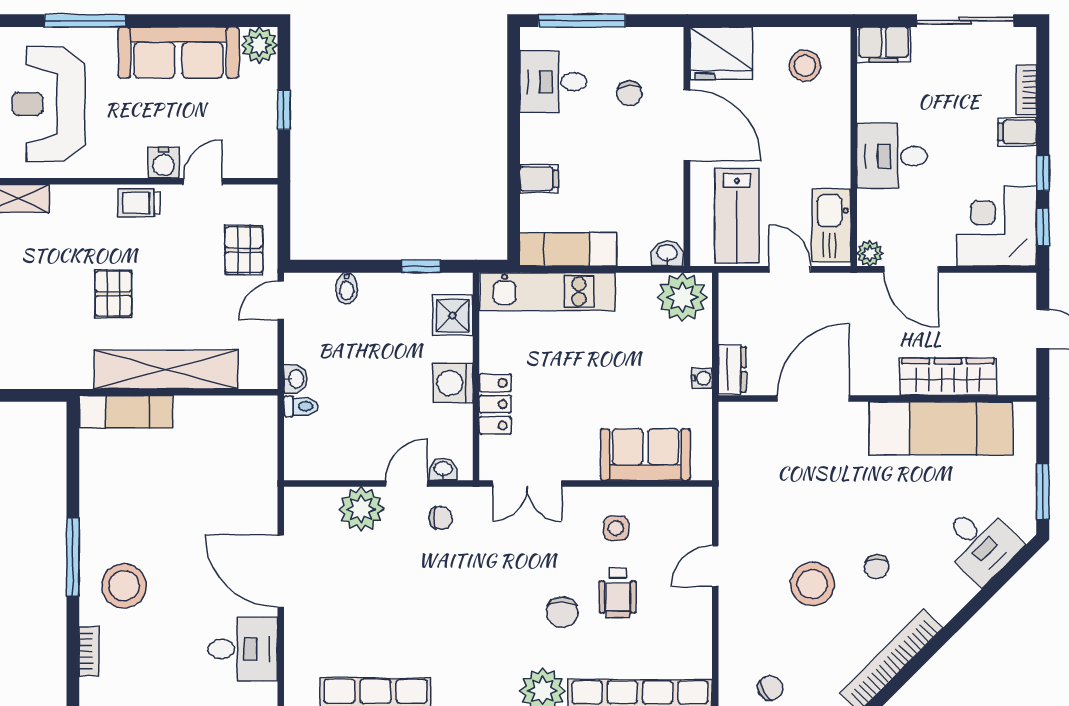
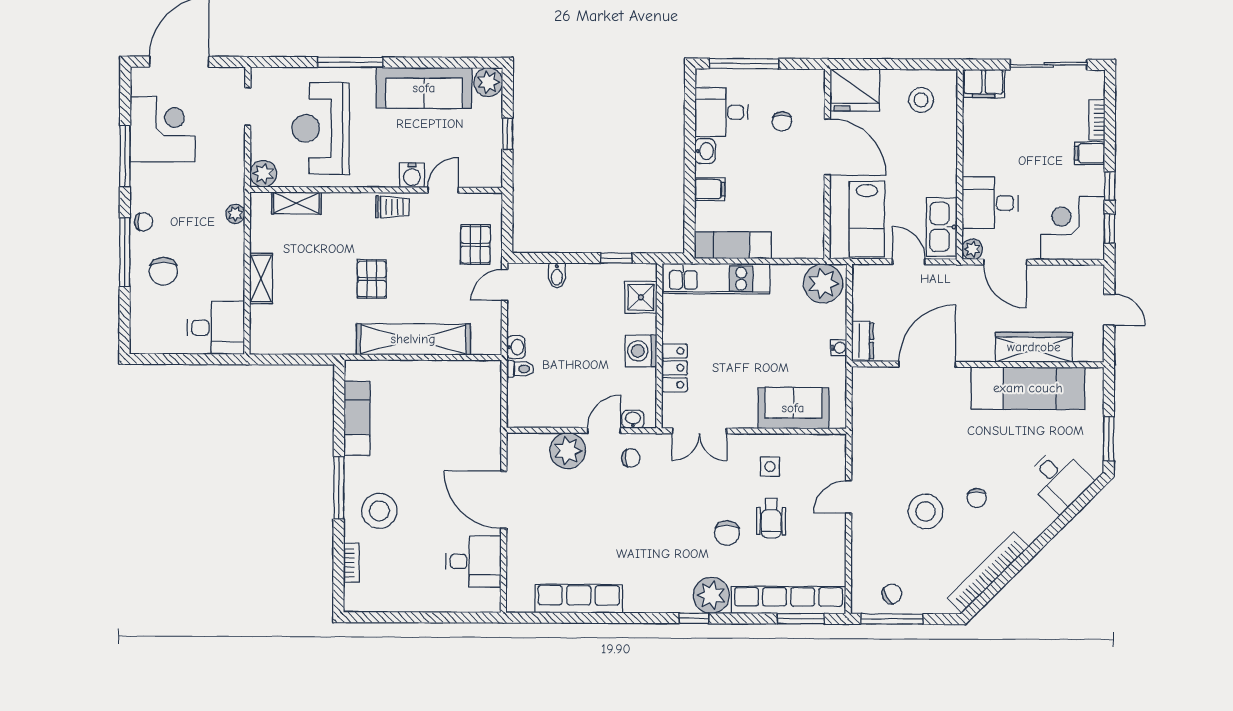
desk: (892, 156) -> (990, 203), moved
trolley: (139, 203) -> (392, 207), turned 180
washbasin: (667, 253) -> (705, 151), moved, turned 90
exam couch: (126, 412) -> (357, 418), moved, turned -90

